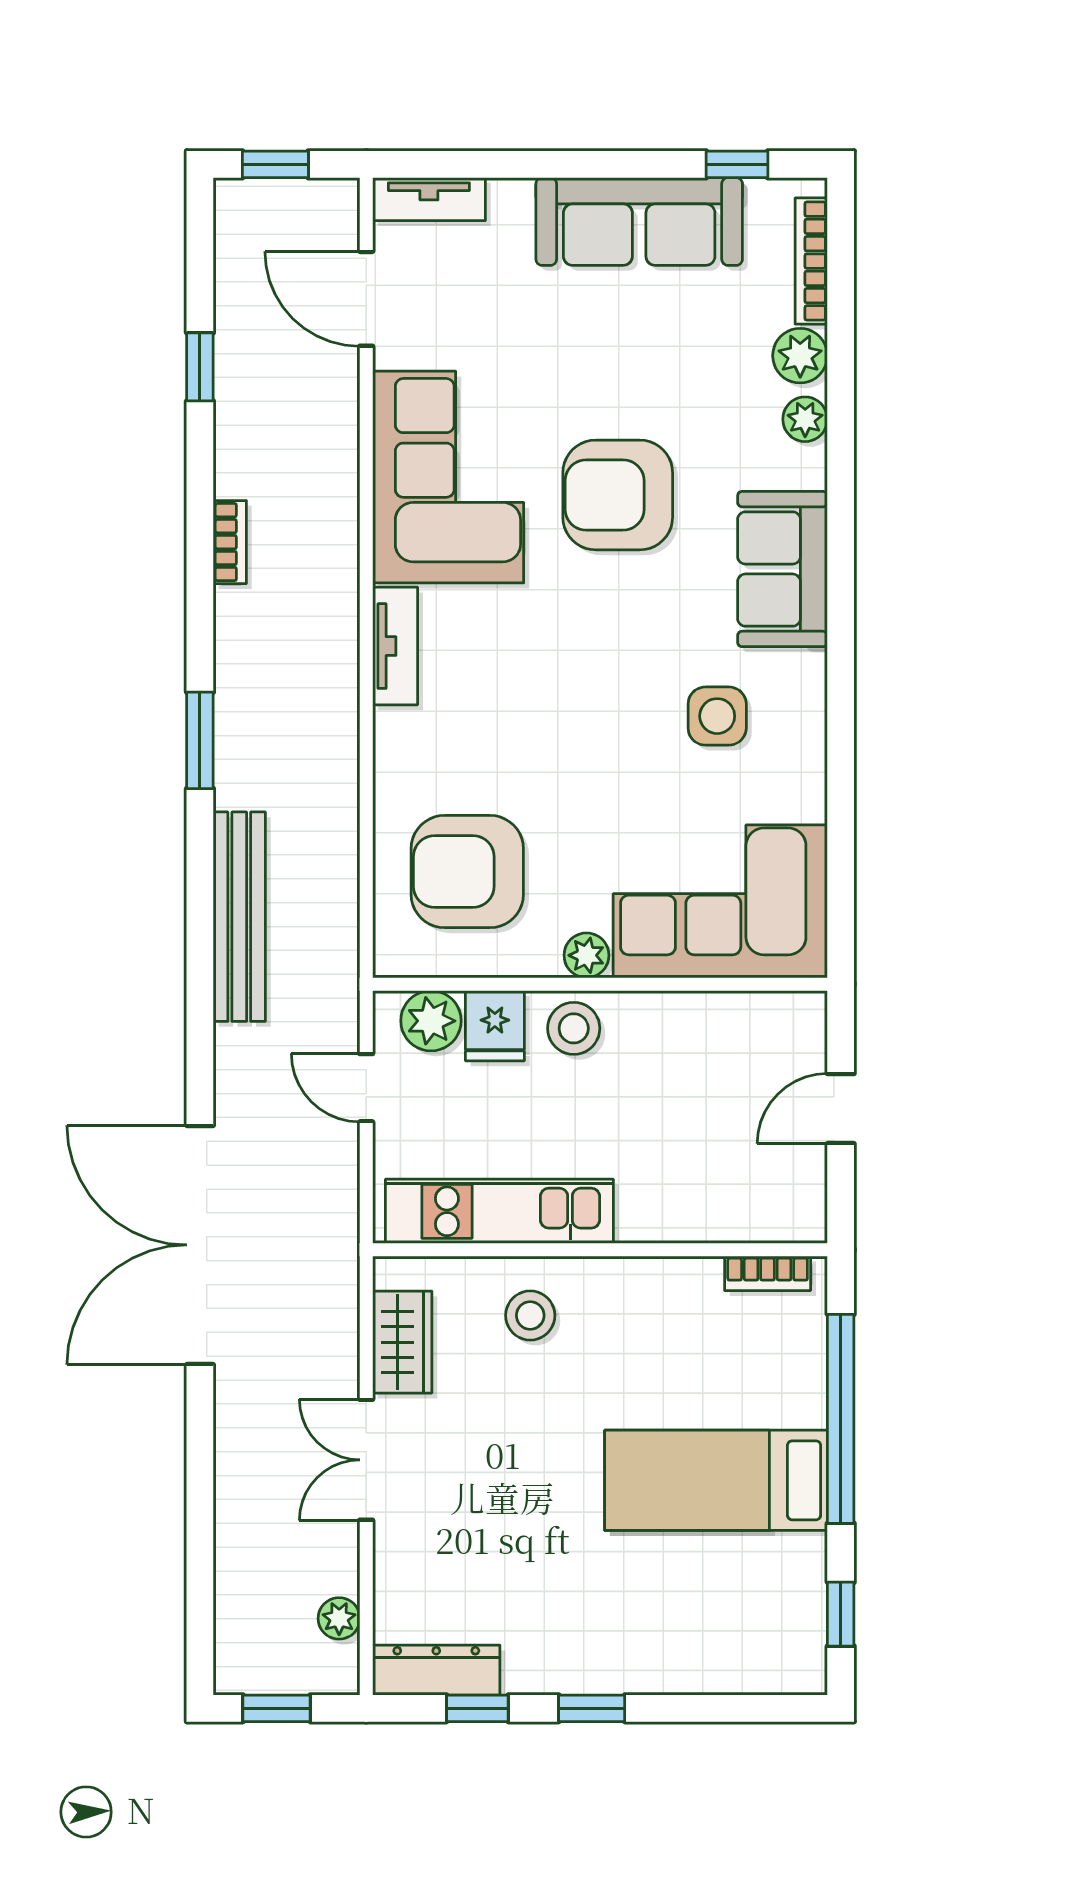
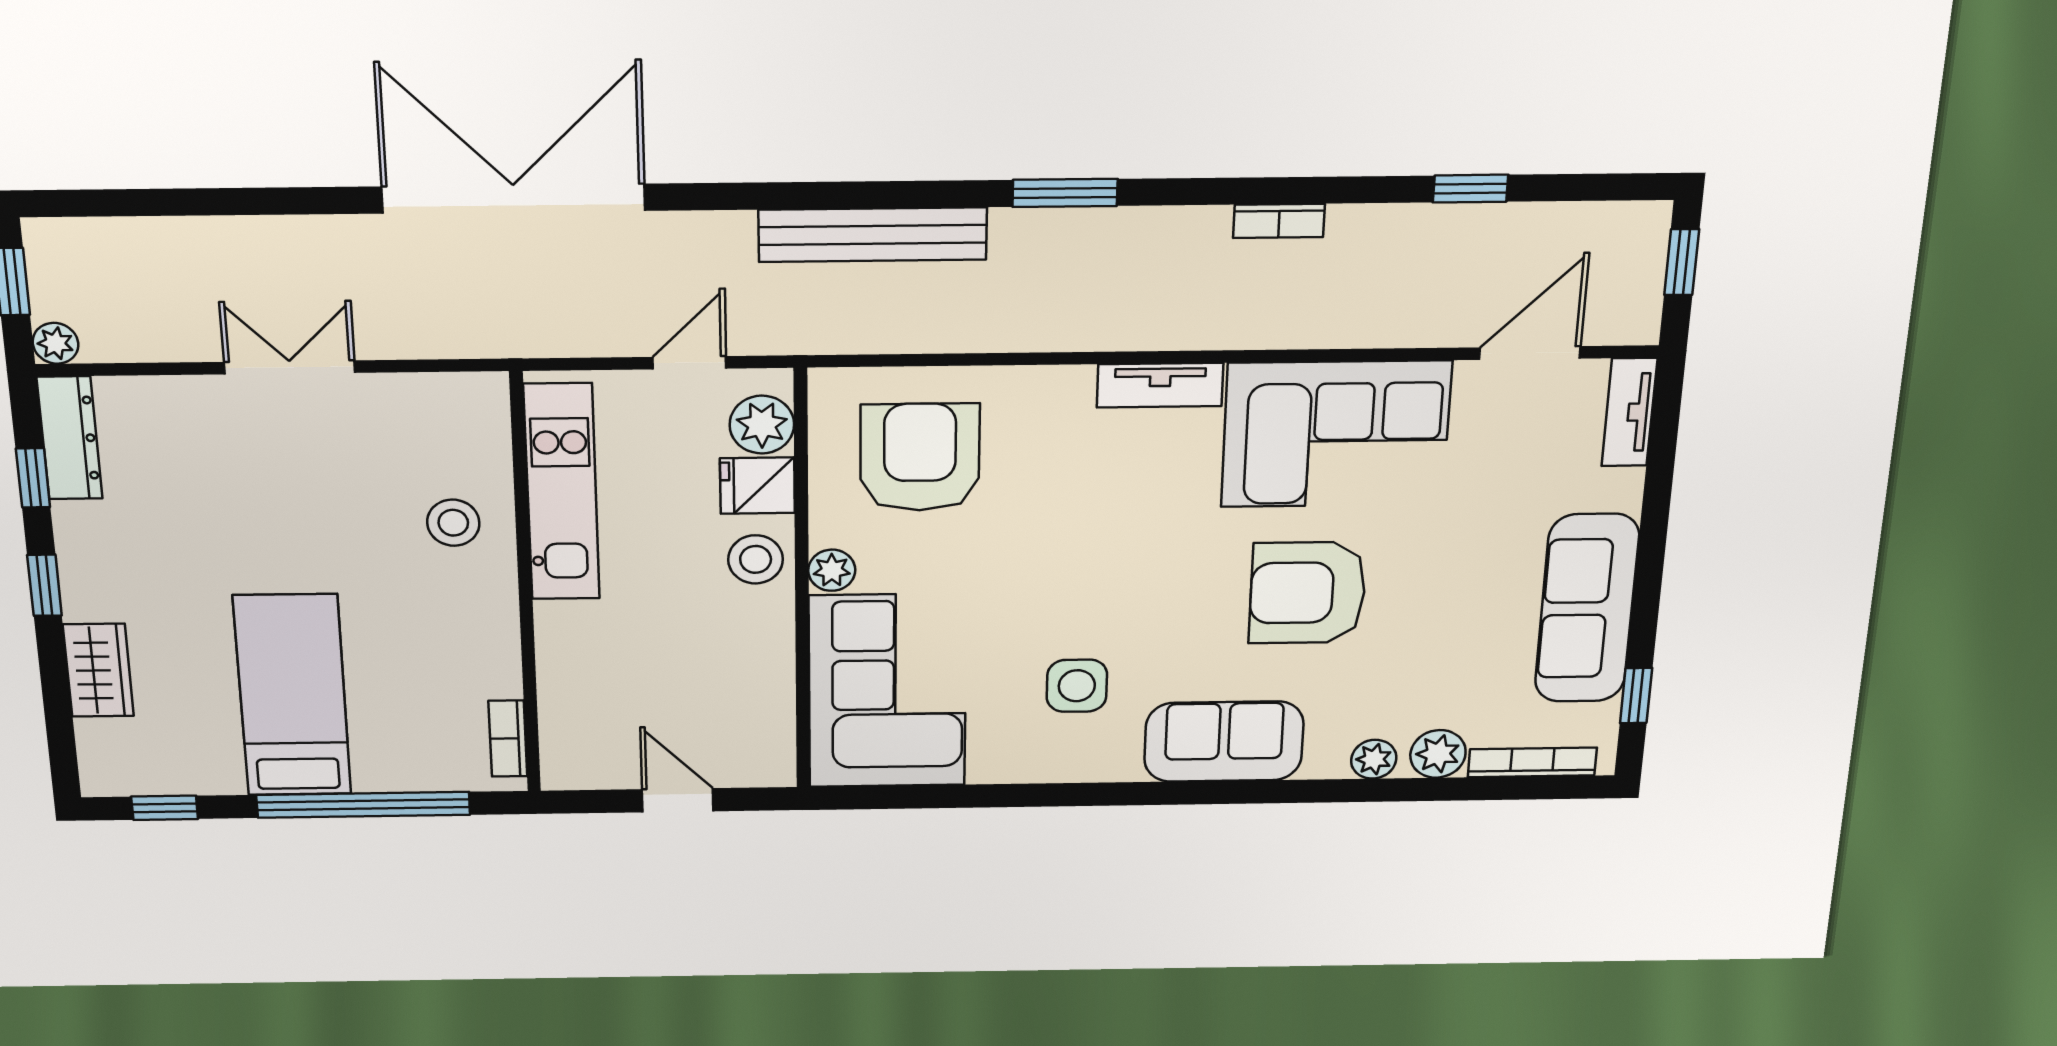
armchair: (618, 495) -> (1308, 593), turned -90
wardrobe: (402, 1342) -> (98, 670), moved, turned -90
plant: (339, 1618) -> (56, 343), moved

